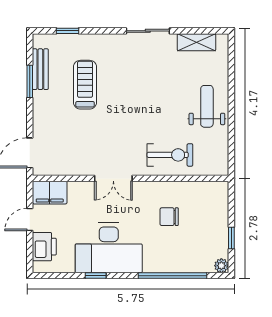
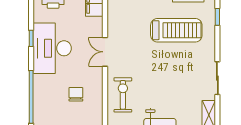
treadmill: (85, 85) -> (176, 30), width x1.37, depth x1.38
exercise bike: (170, 155) -> (123, 95), turned 180

